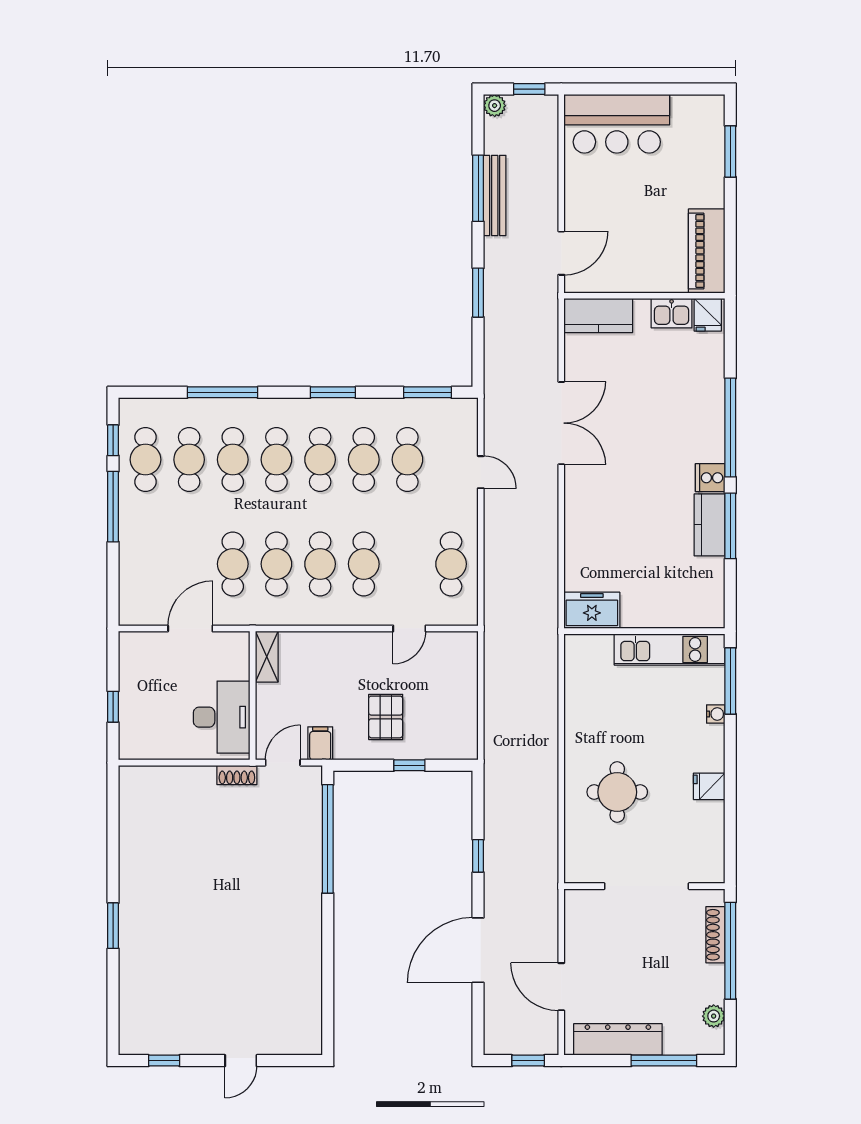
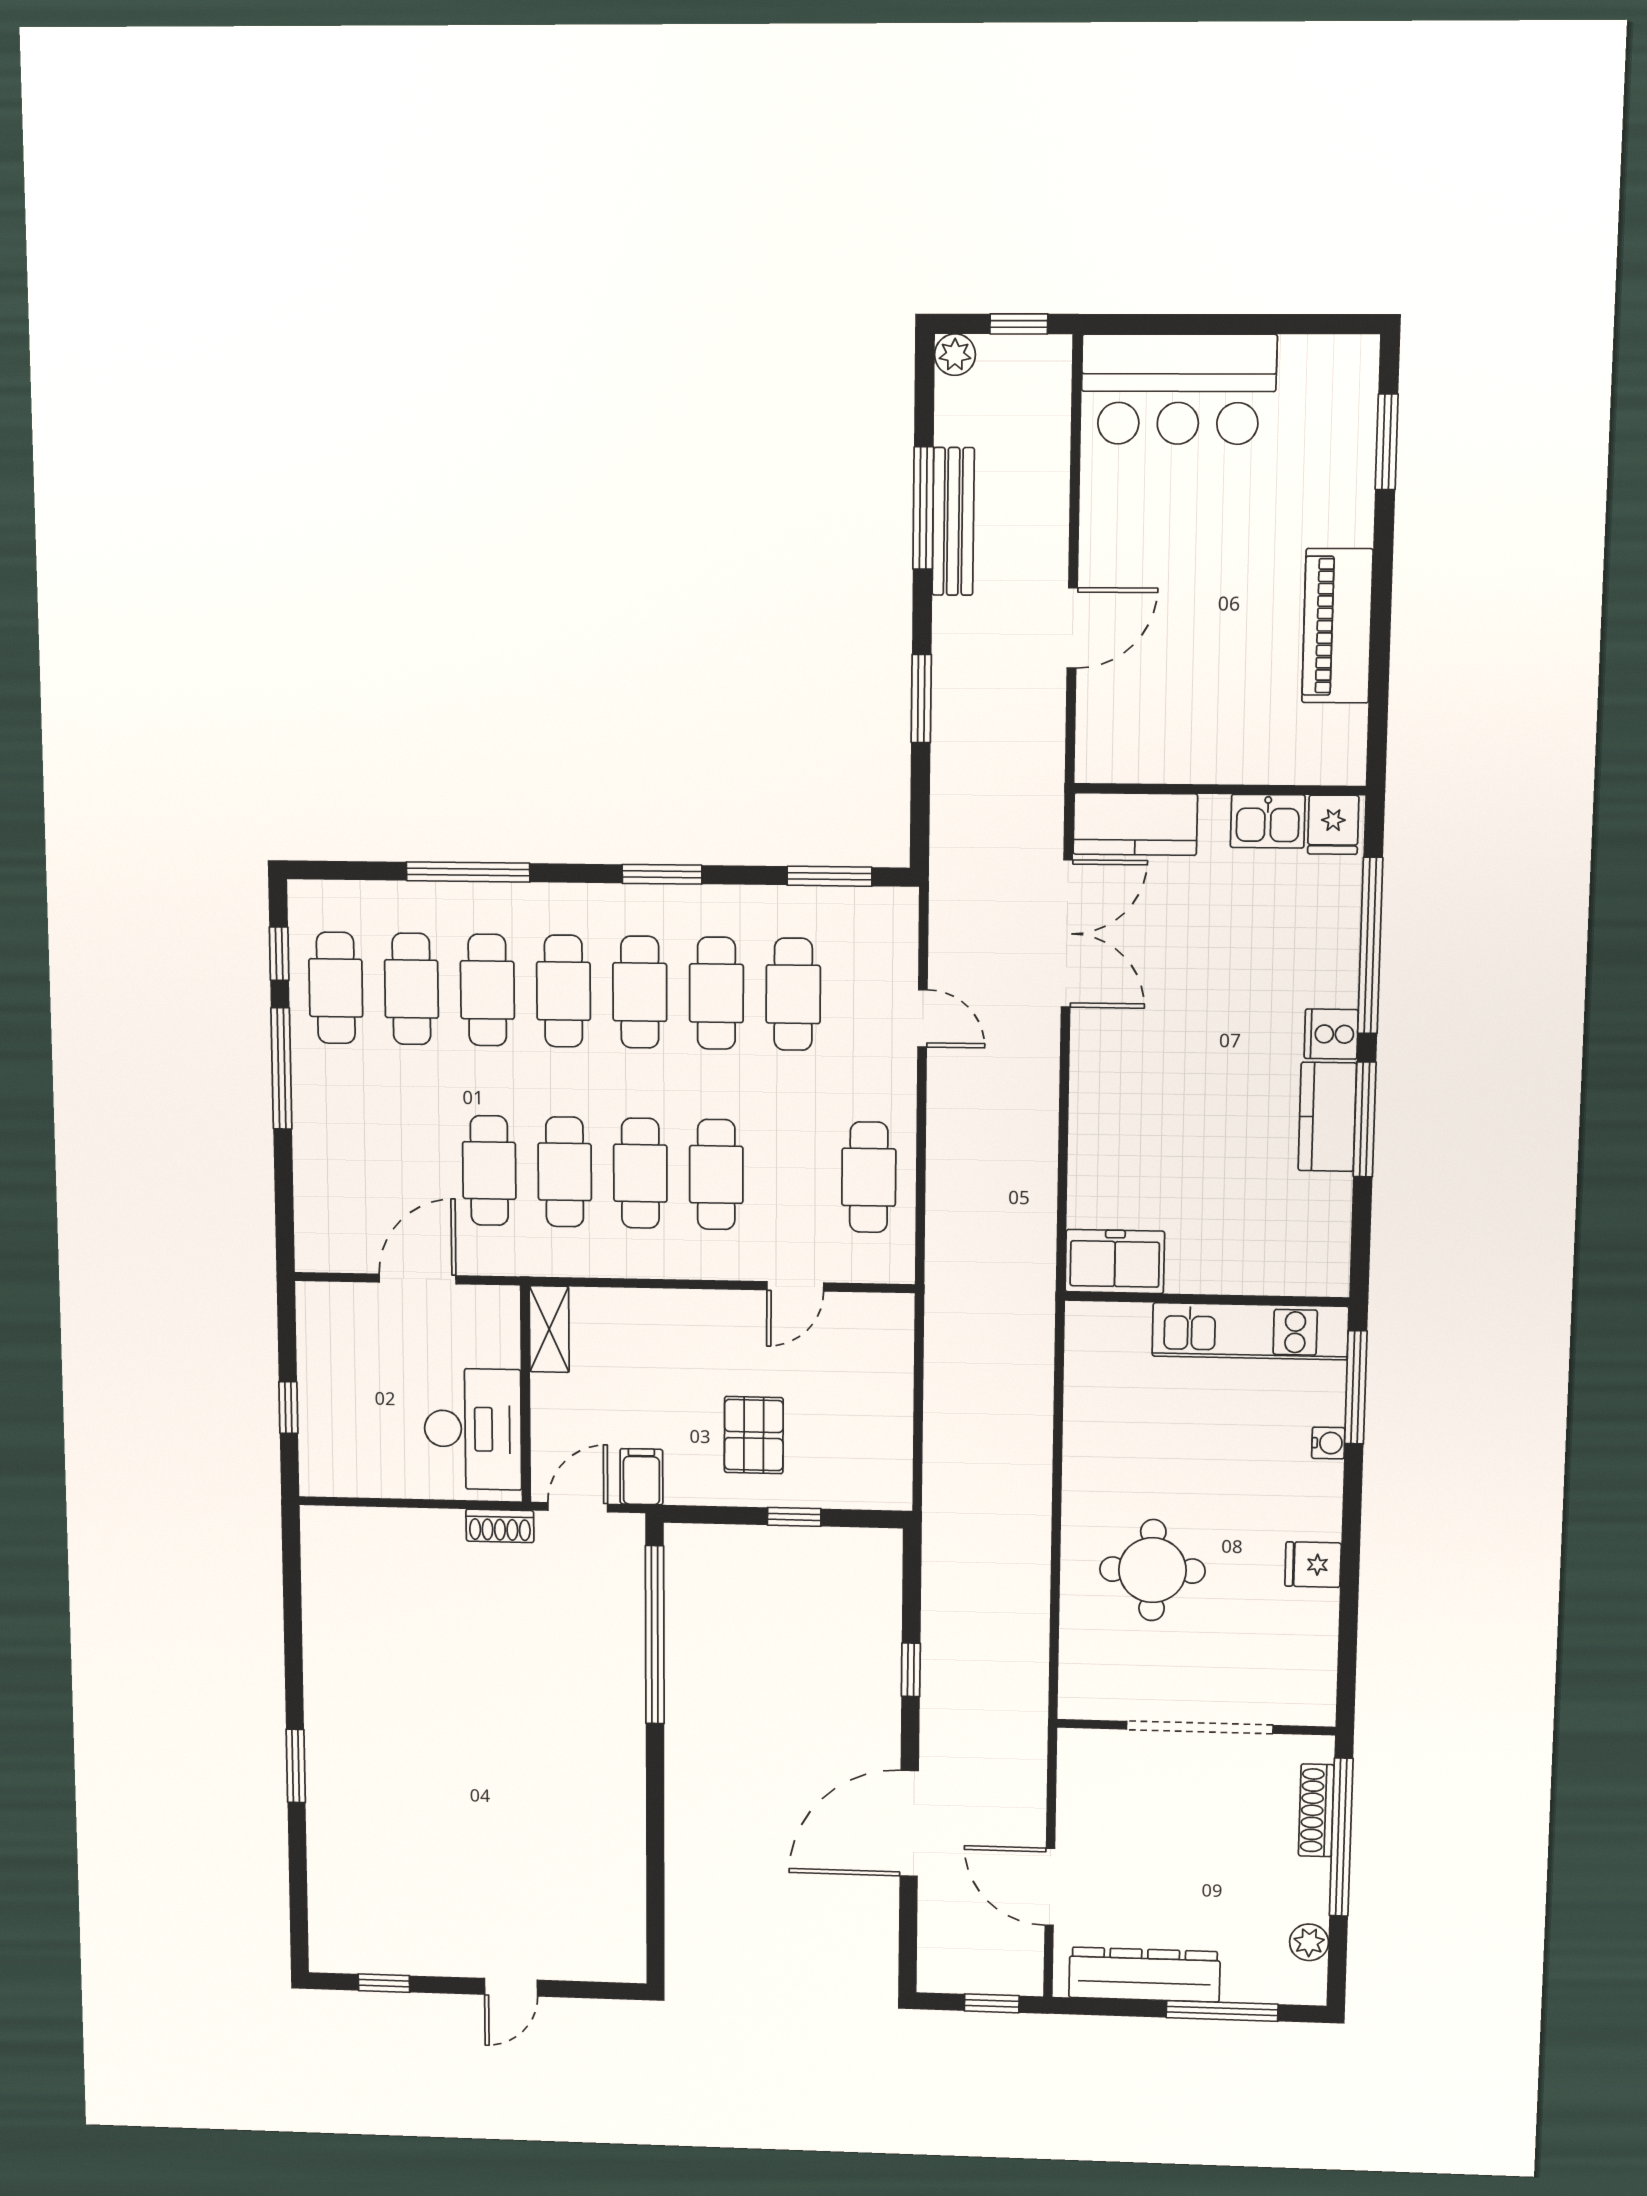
wall: (644, 296) -> (1220, 789), moved
kitchen sink: (672, 313) -> (1268, 821), moved
fridge: (708, 315) -> (1333, 825), moved
kitchen counter: (598, 316) -> (1135, 824), moved

